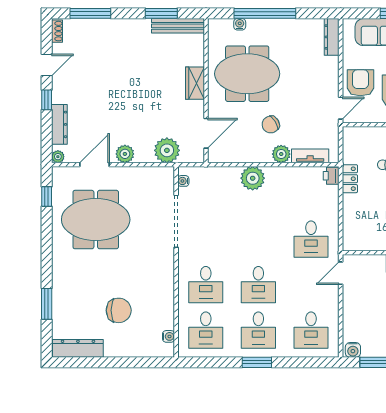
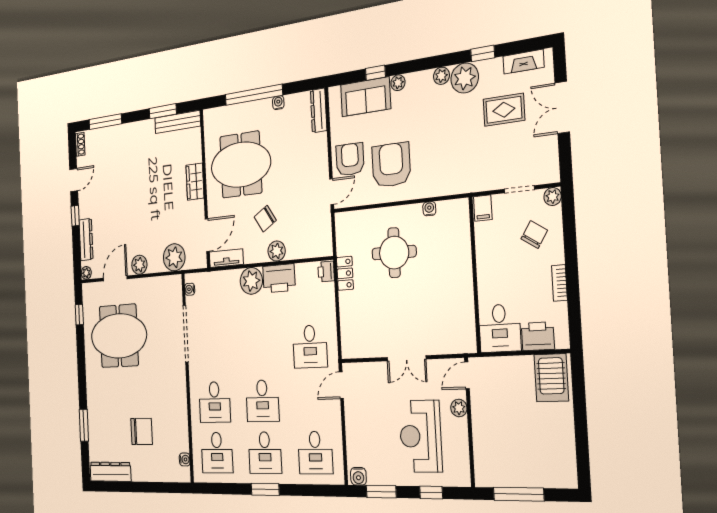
water cooler: (240, 24) -> (278, 103), moved
tv unit: (310, 156) -> (226, 258), moved
printer: (282, 178) -> (279, 278), added

